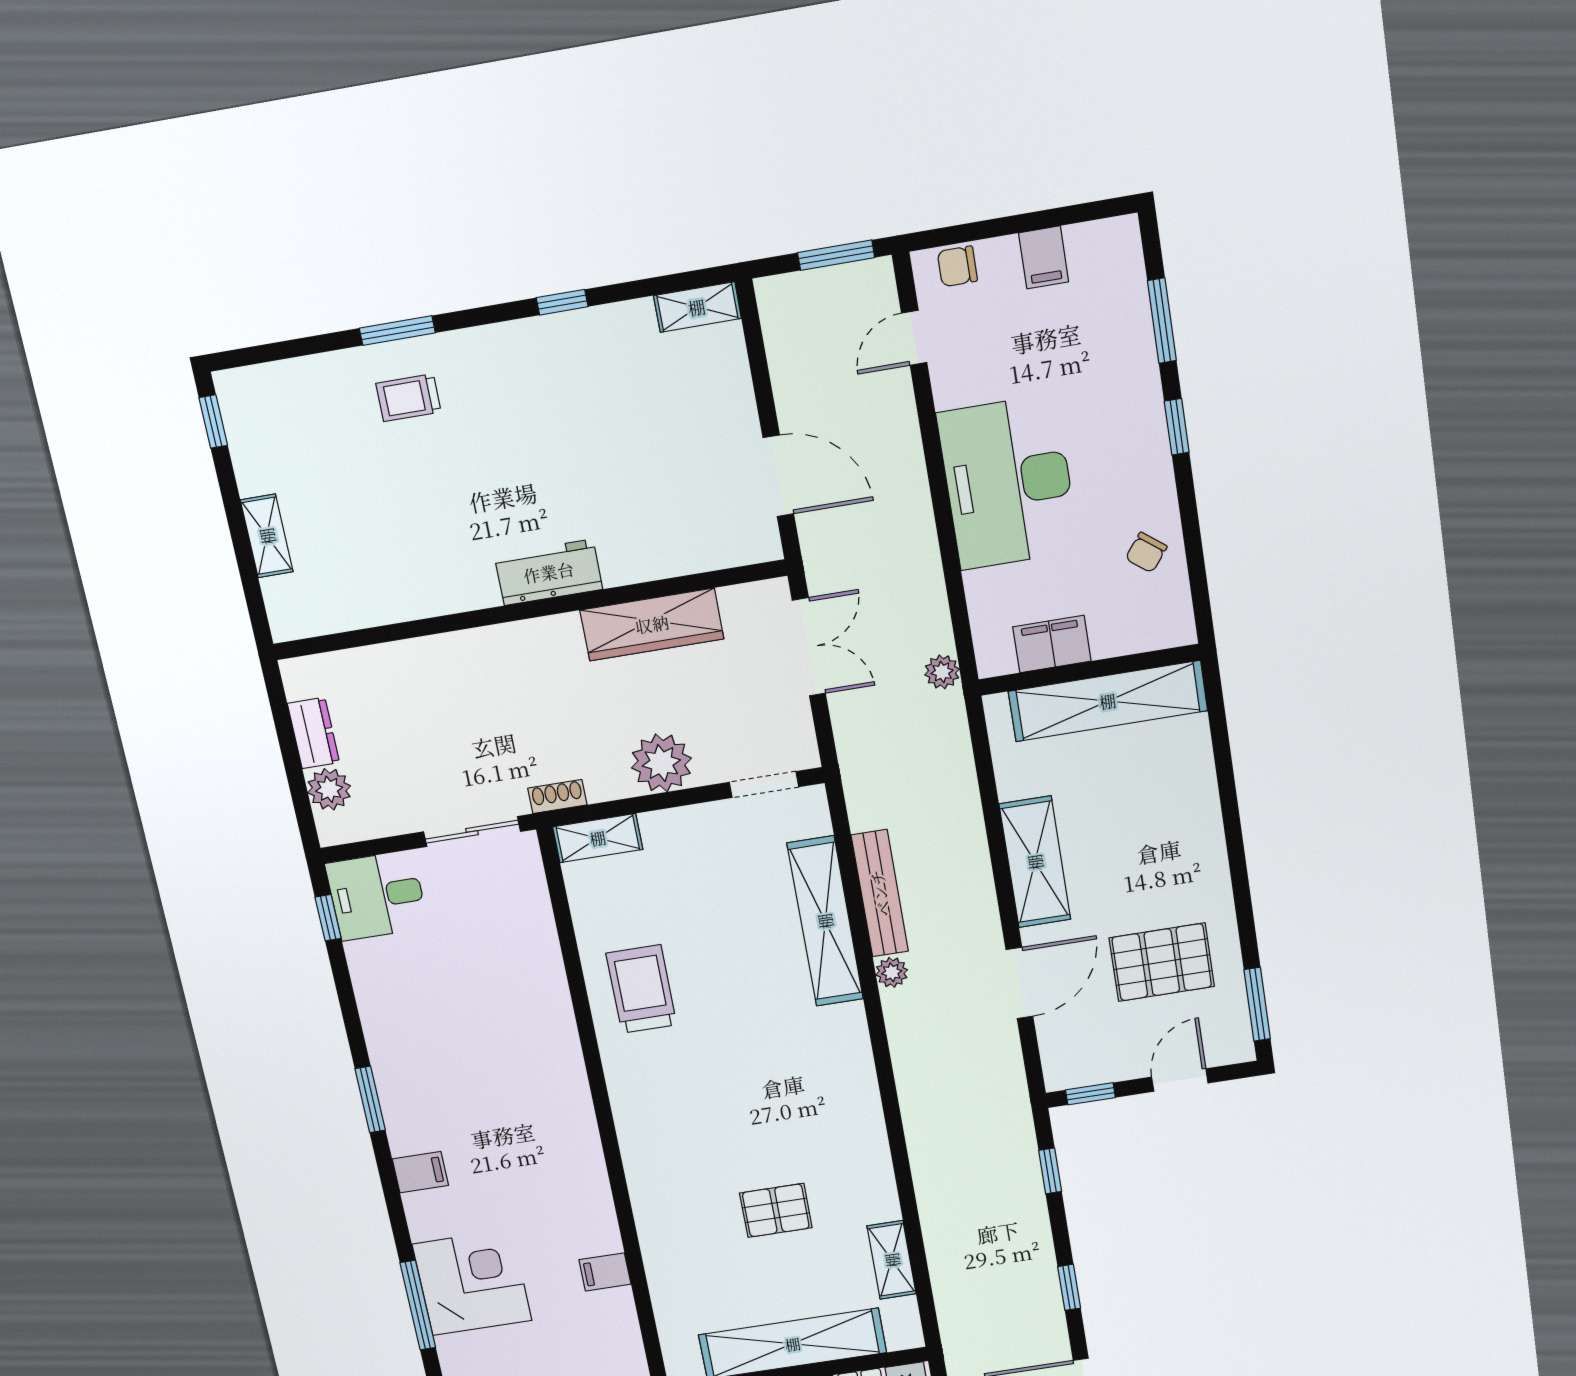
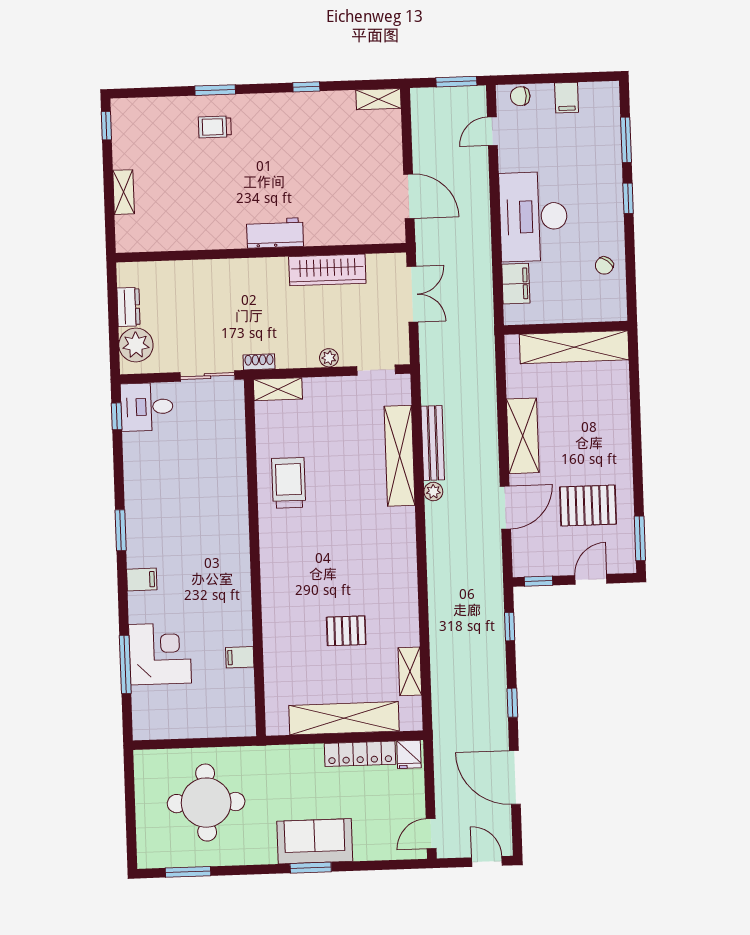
filing cabinet: (1052, 644) -> (516, 284), moved, turned 90
plant: (942, 672) -> (484, 318), removed
plant: (661, 763) -> (329, 358), width x0.53, depth x0.53
plant: (329, 789) -> (136, 345), width x1.36, depth x1.36

